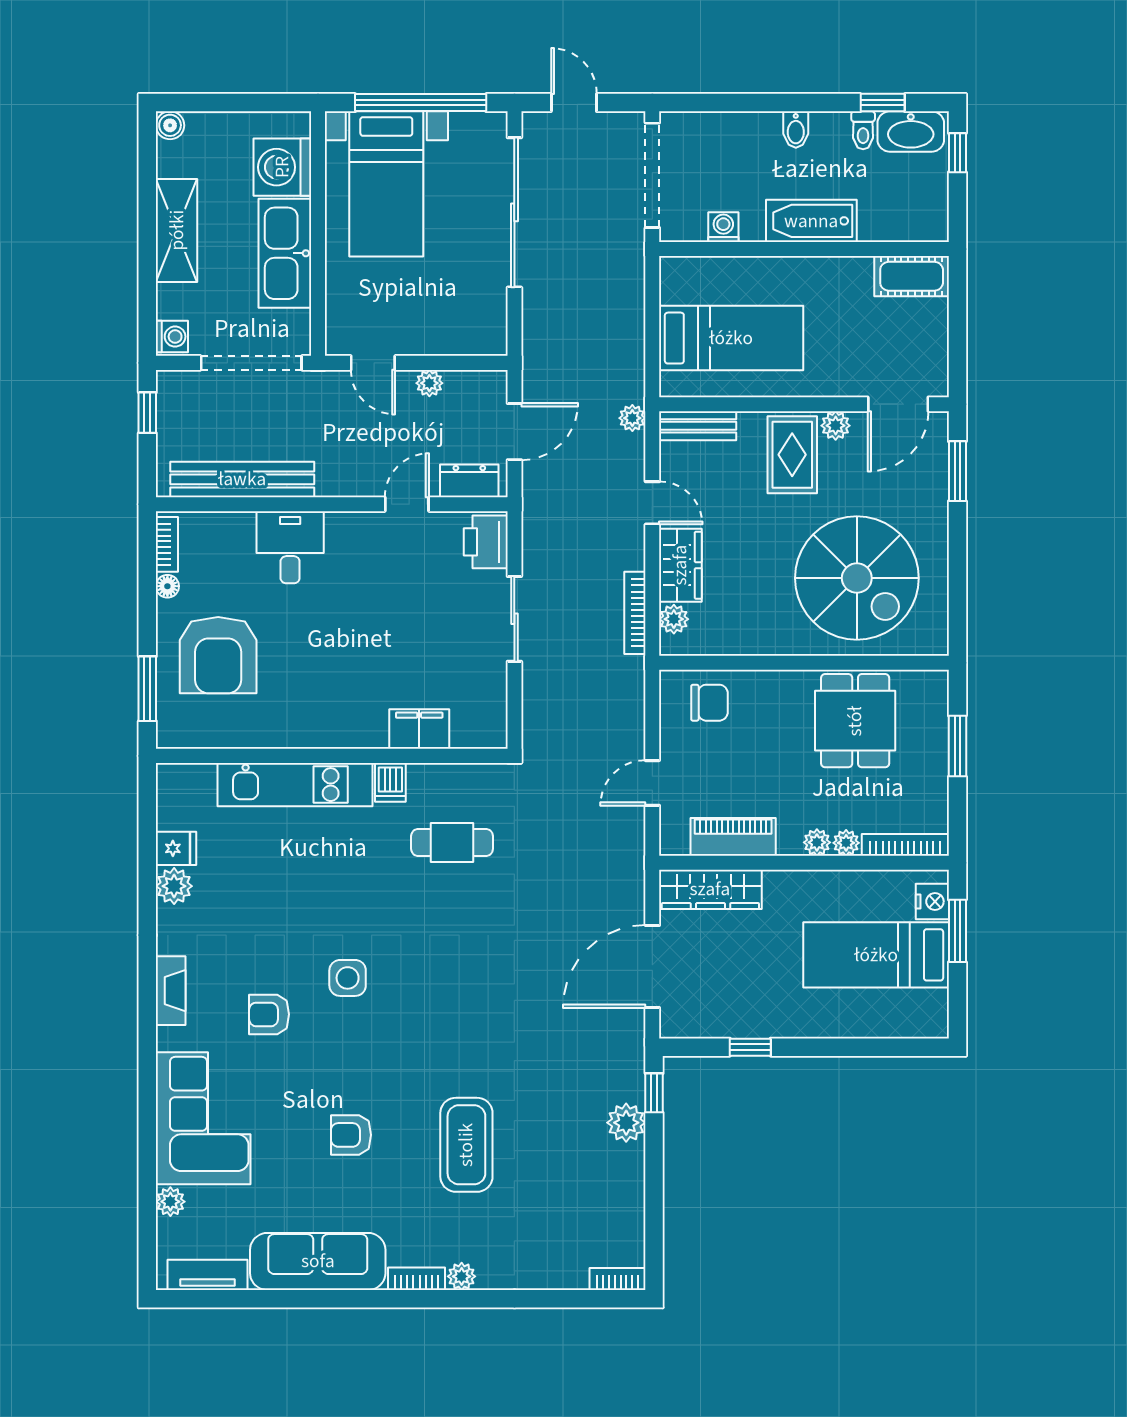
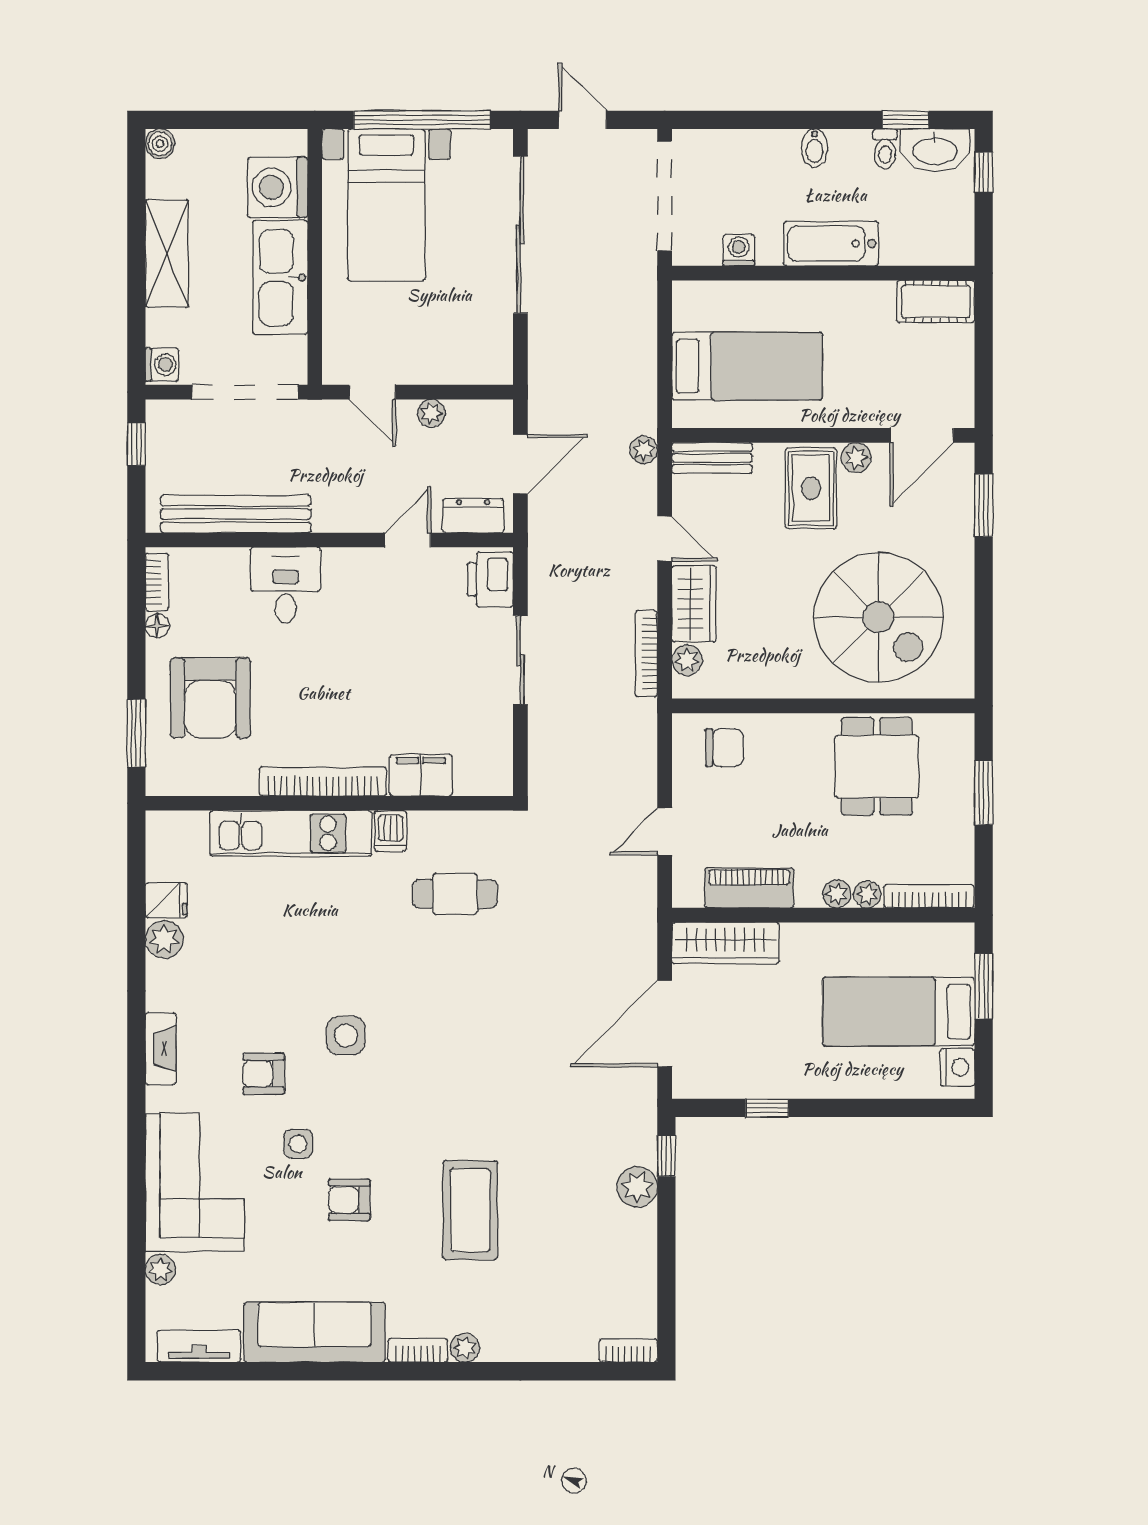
bookcase: (326, 735) -> (323, 782), added
nightstand: (932, 901) -> (957, 1067), moved
side table: (302, 1081) -> (298, 1144), added

